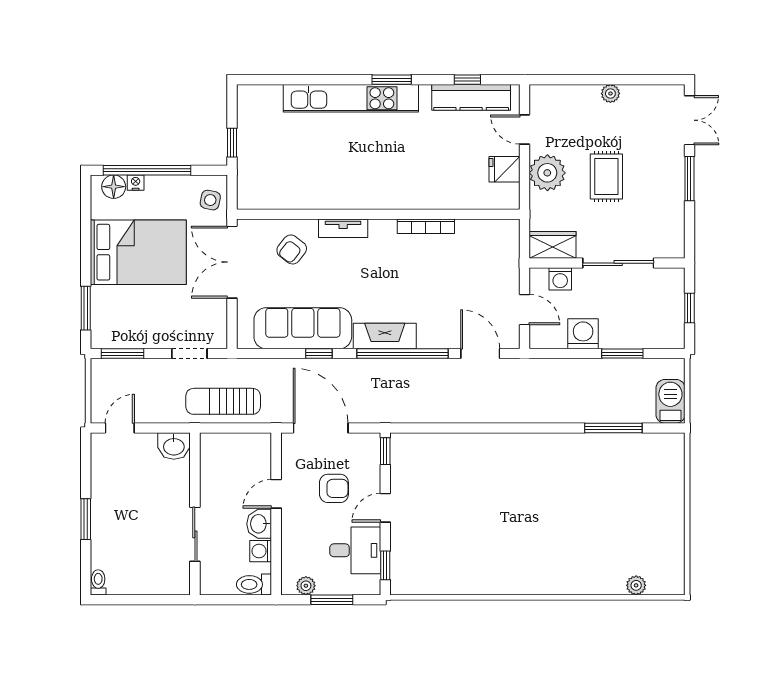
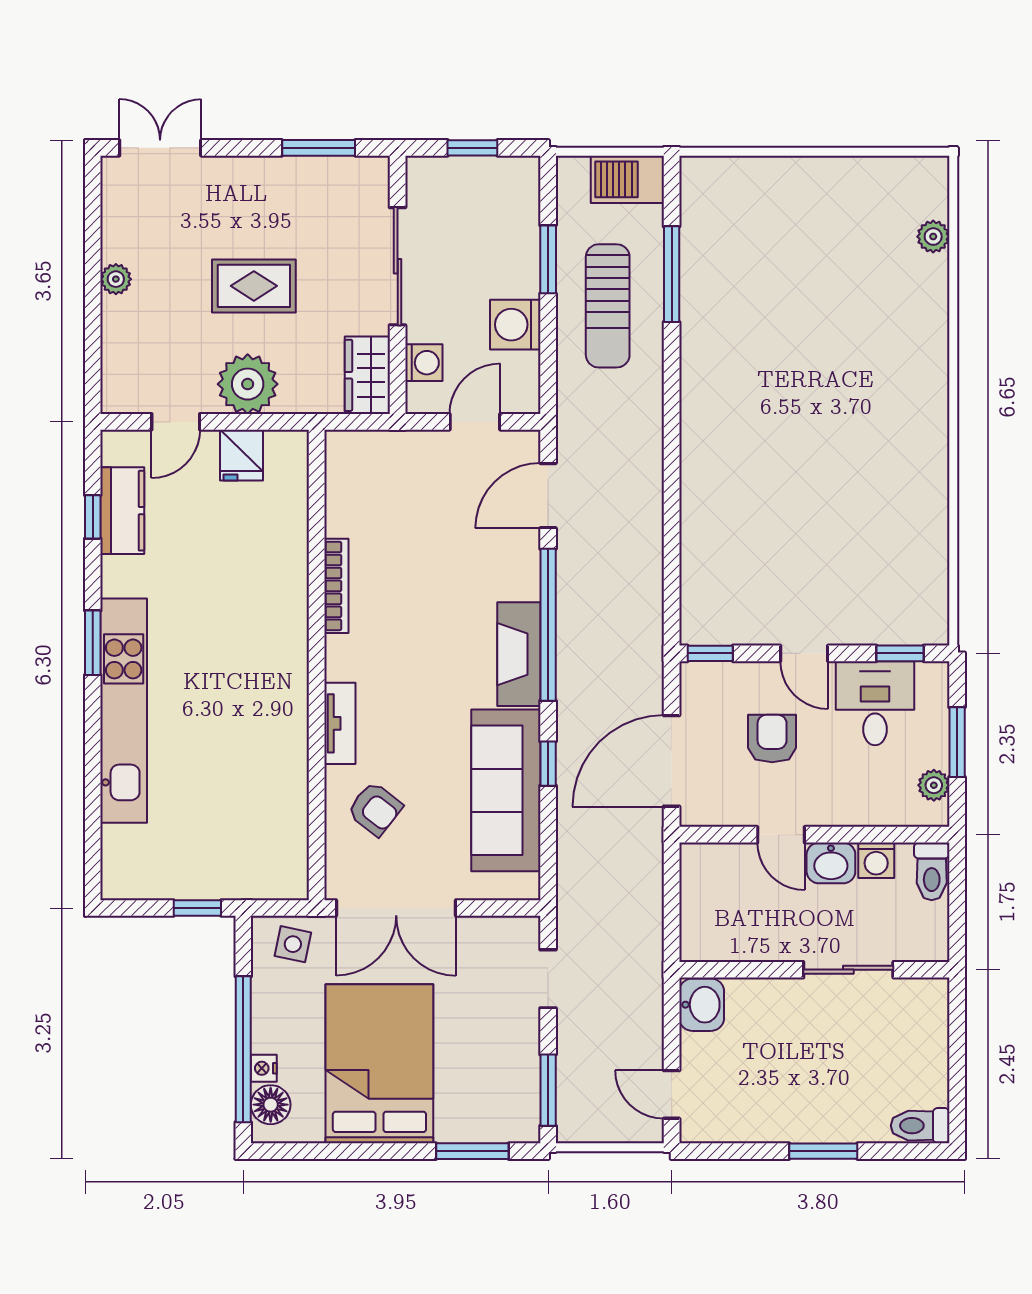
kitchen counter: (471, 97) -> (122, 511), width x0.67
window: (689, 179) -> (319, 148), moved
sun lounger: (223, 401) -> (608, 306), moved
toilet: (98, 582) -> (920, 1126), width x1.37, depth x1.39

